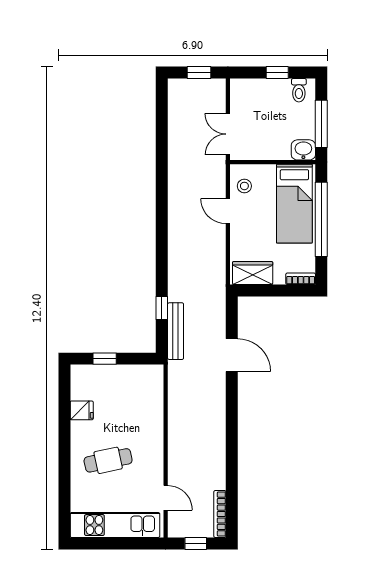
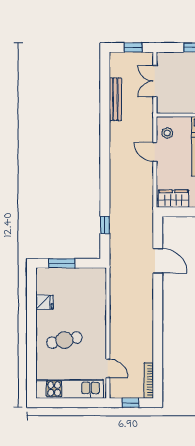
double door: (228, 134) -> (155, 81), moved
bench: (176, 331) -> (115, 99), moved
window: (105, 359) -> (62, 263), width x1.50

